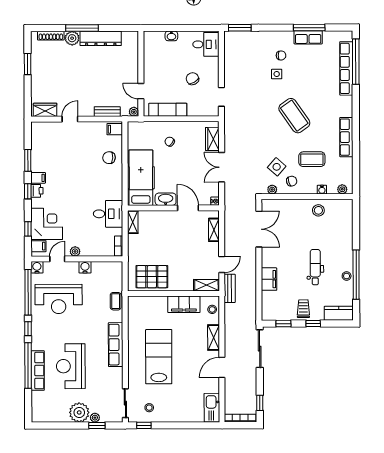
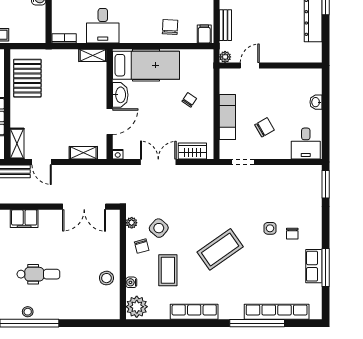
window: (356, 62) -> (257, 323), moved
exam couch: (168, 110) -> (227, 117), moved
plant: (342, 189) -> (137, 307), width x1.88, depth x1.88

